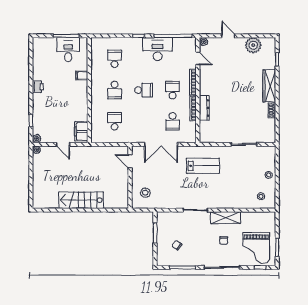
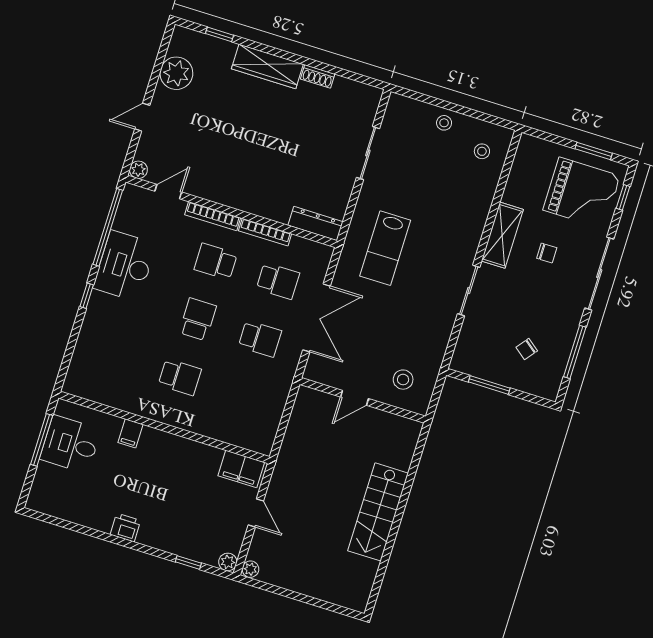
school desk: (115, 59) -> (117, 358), removed
dresser: (204, 108) -> (315, 223), moved
school desk: (115, 121) -> (260, 339), moved, turned 180
door: (63, 144) -> (256, 513), hinge flipped
door: (130, 161) -> (355, 398), moved
lab bench: (203, 166) -> (385, 248), turned 180

